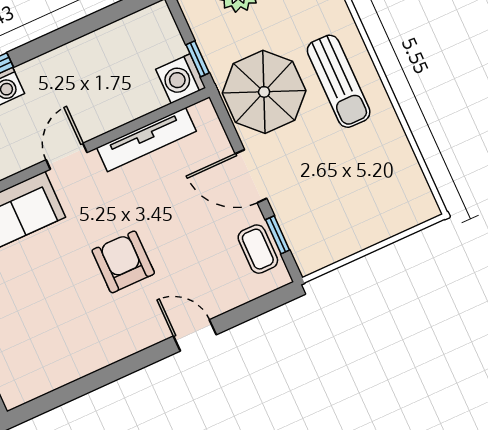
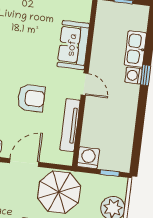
window: (198, 59) -> (110, 173), moved
armchair: (123, 262) -> (31, 98), moved

